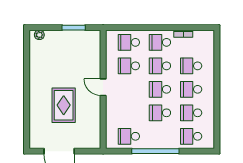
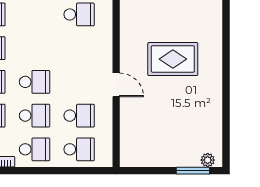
window: (74, 28) -> (193, 171), moved
rug: (64, 105) -> (173, 59), turned 90
school desk: (160, 113) -> (35, 48), removed

